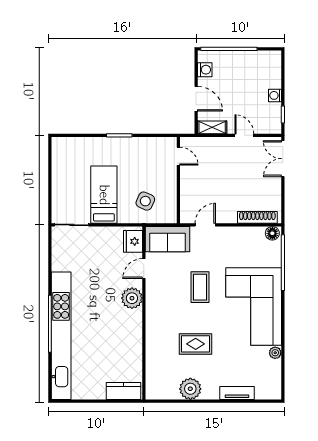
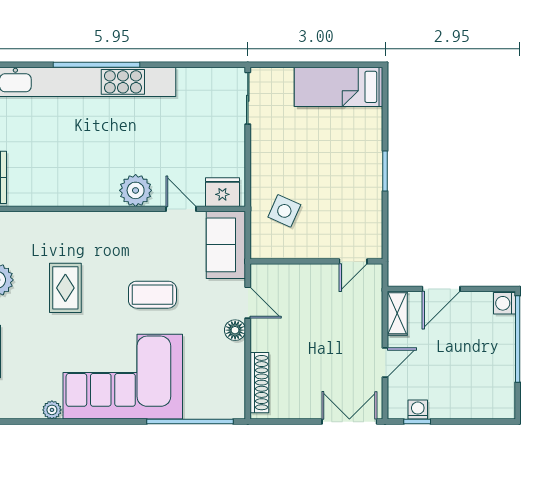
washing machine: (205, 70) -> (505, 303), moved, turned 90
washing machine: (275, 95) -> (418, 410), moved
bed: (104, 195) -> (339, 87), moved, turned 180
floor lamp: (272, 233) -> (235, 330), moved

